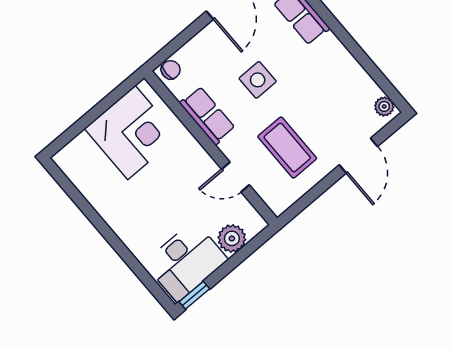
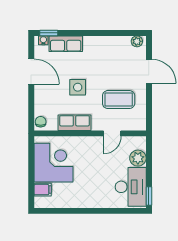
filing cabinet: (84, 148) -> (43, 190), added

